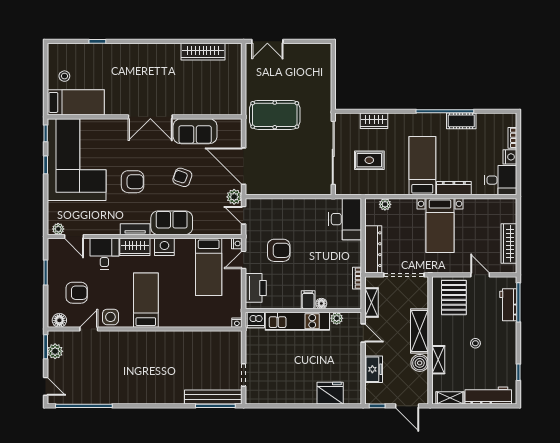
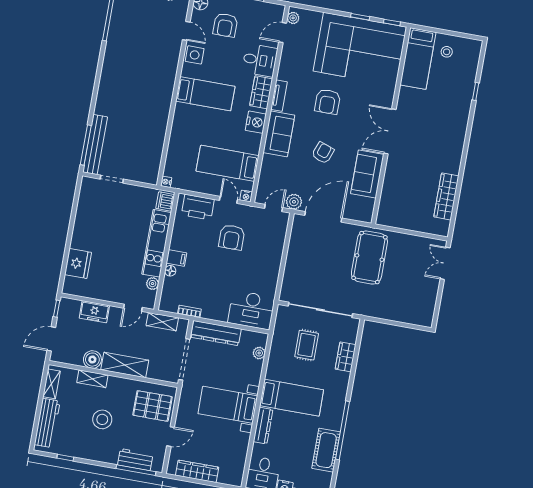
cot: (461, 121) -> (326, 450), width x1.37, depth x1.34
stool: (475, 343) -> (102, 419), width x1.89, depth x1.89

